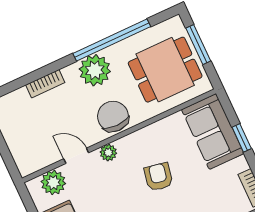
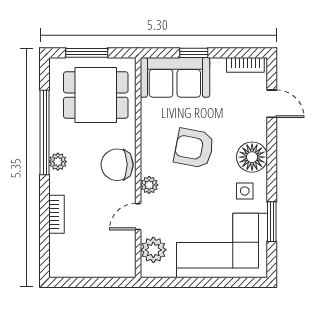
plant: (95, 70) -> (58, 162), width x0.53, depth x0.53
dining table: (165, 70) -> (96, 95), turned 90
armchair: (158, 177) -> (194, 148), width x1.38, depth x1.38

